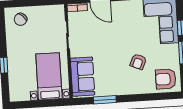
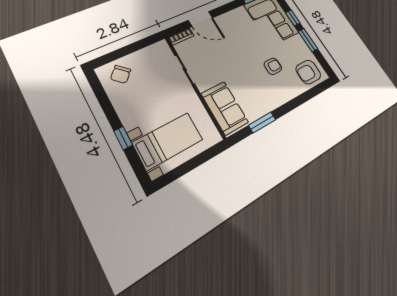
armchair: (138, 62) -> (273, 66), turned -113
bed with nightstands: (49, 76) -> (168, 141), moved, turned 90

